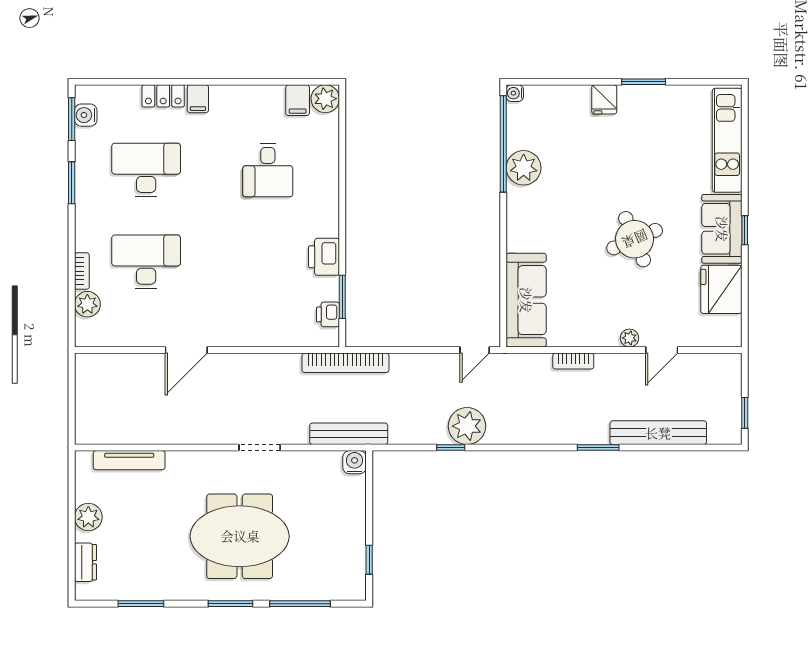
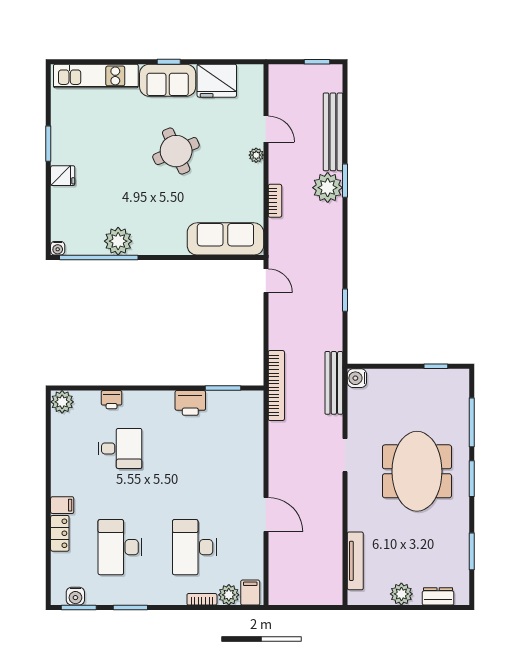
filing cabinet: (298, 100) -> (250, 593), moved, turned -90
printer: (328, 314) -> (112, 400), moved
plant: (467, 426) -> (328, 188), moved

